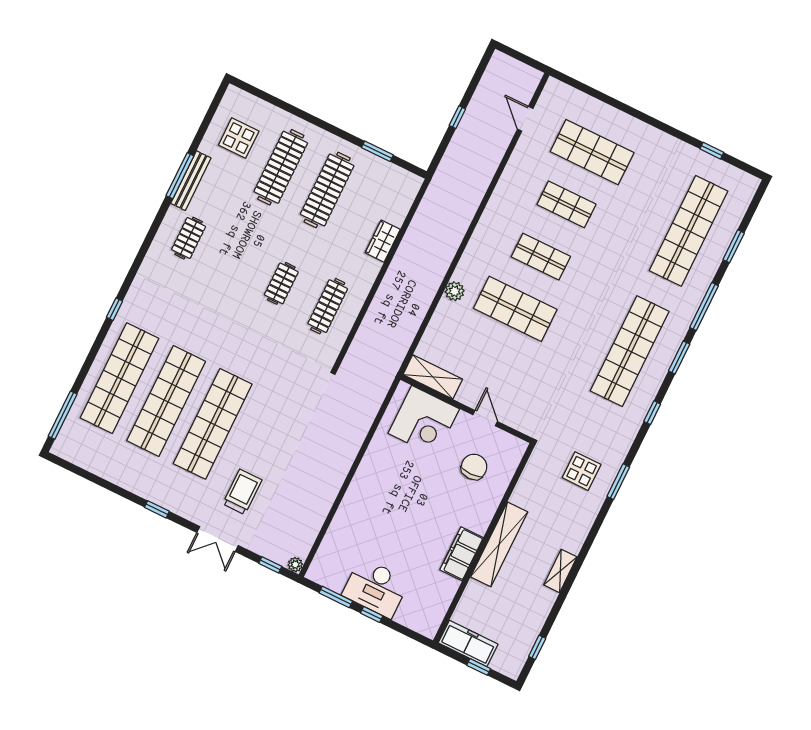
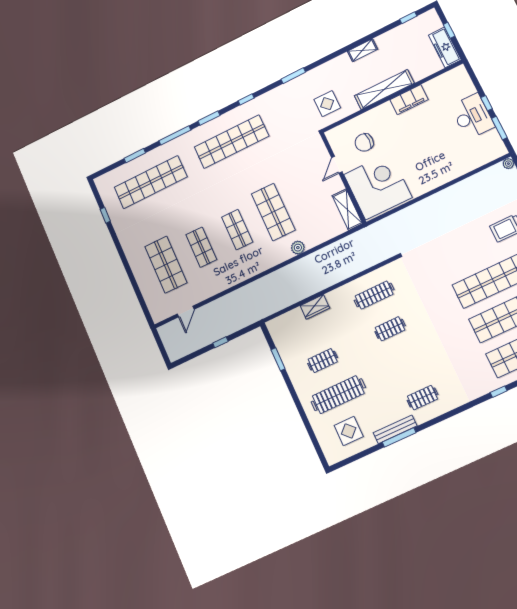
clothes rail: (327, 190) -> (323, 361), width x0.54, depth x0.76
corner desk: (424, 421) -> (378, 186), width x1.36, depth x1.36
display table: (582, 471) -> (327, 104), moved

